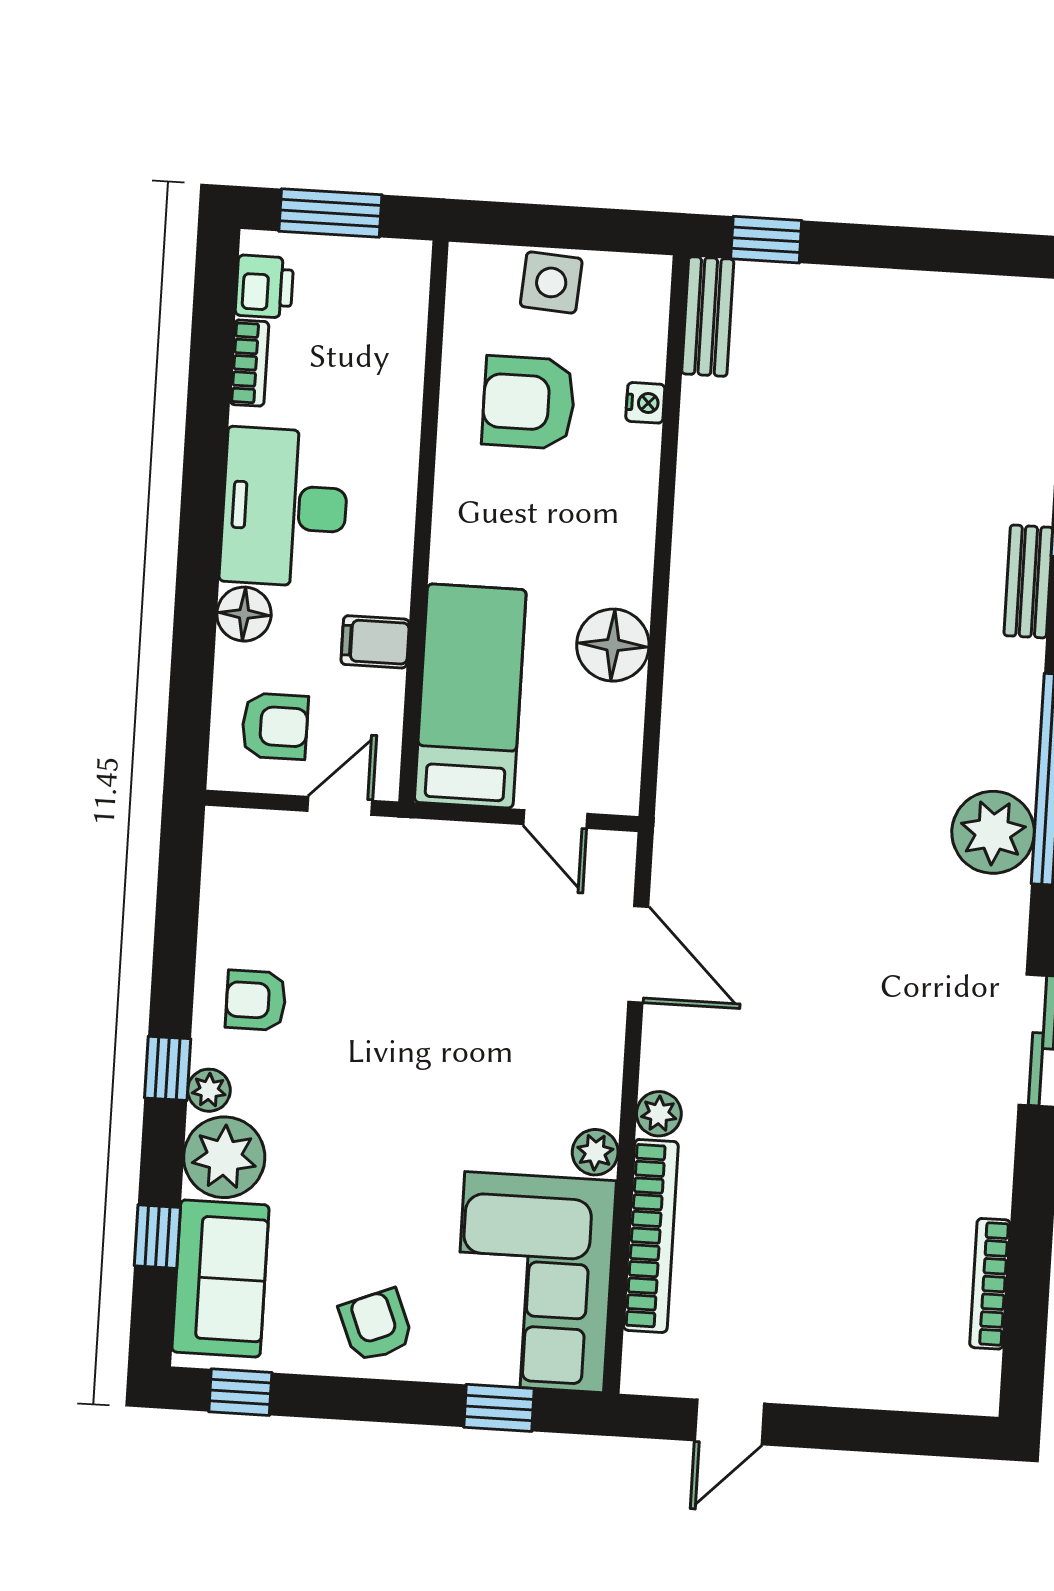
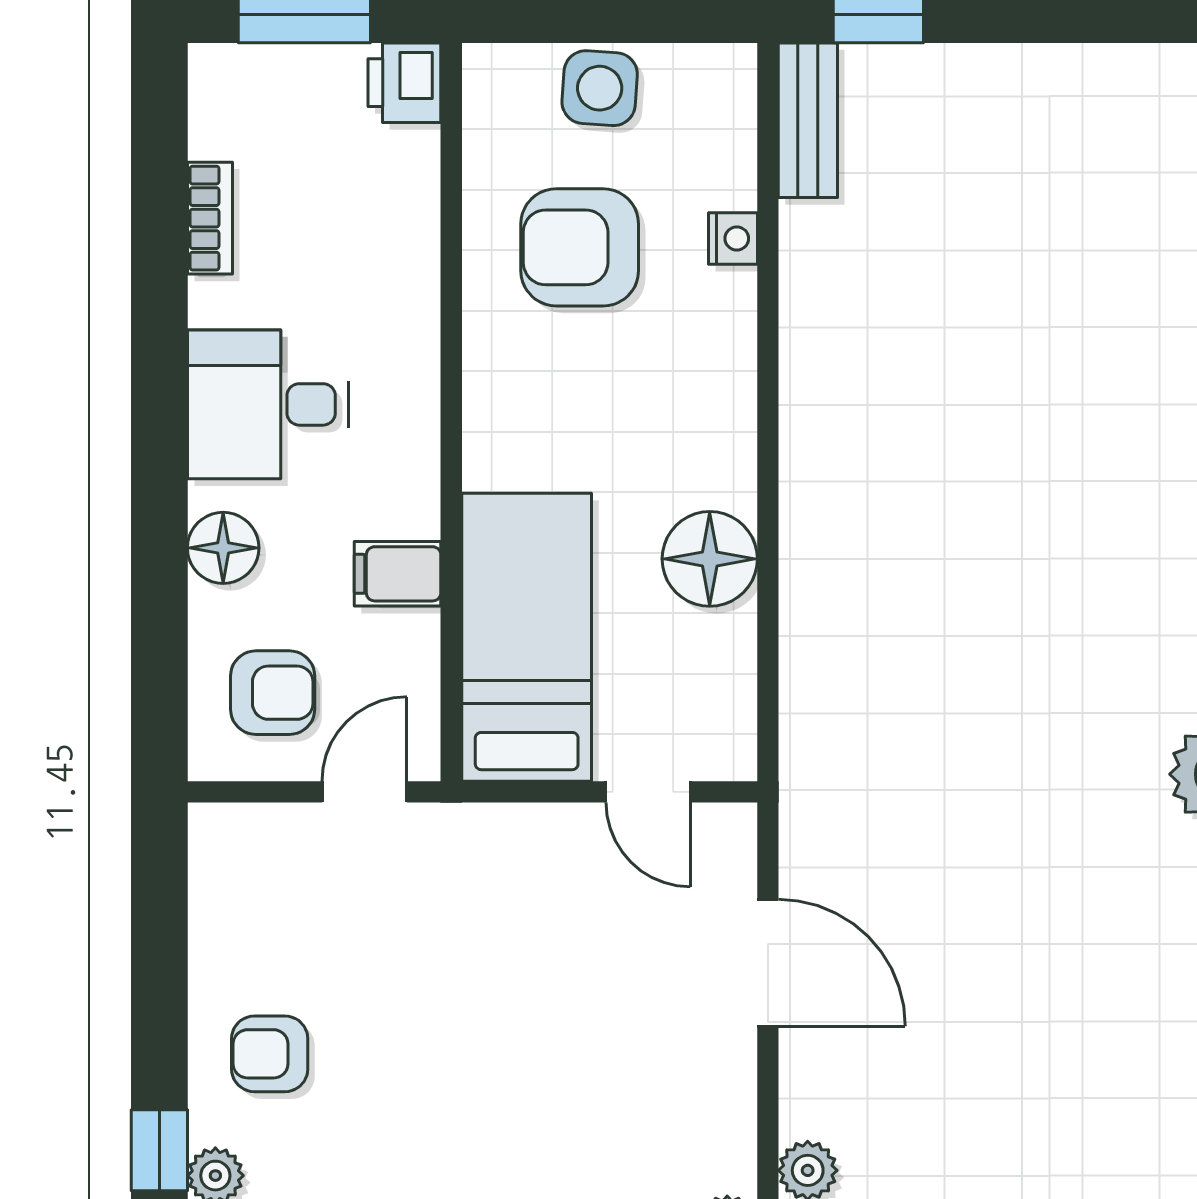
printer: (264, 287) -> (404, 83), moved, turned 180
desk: (285, 507) -> (268, 404), width x0.73

